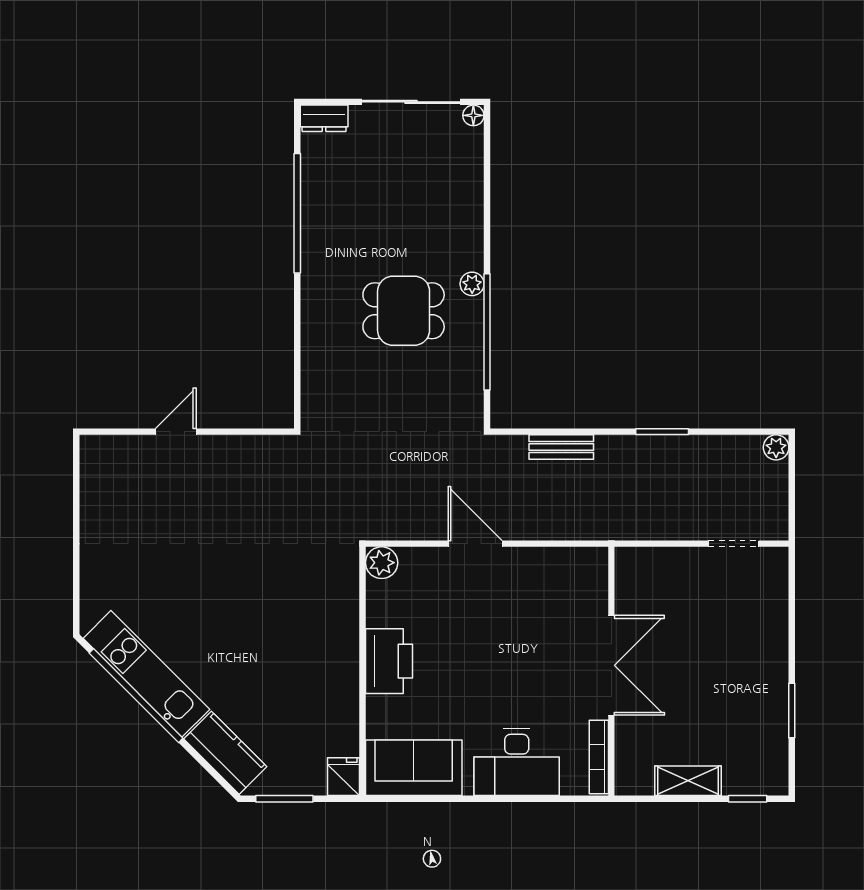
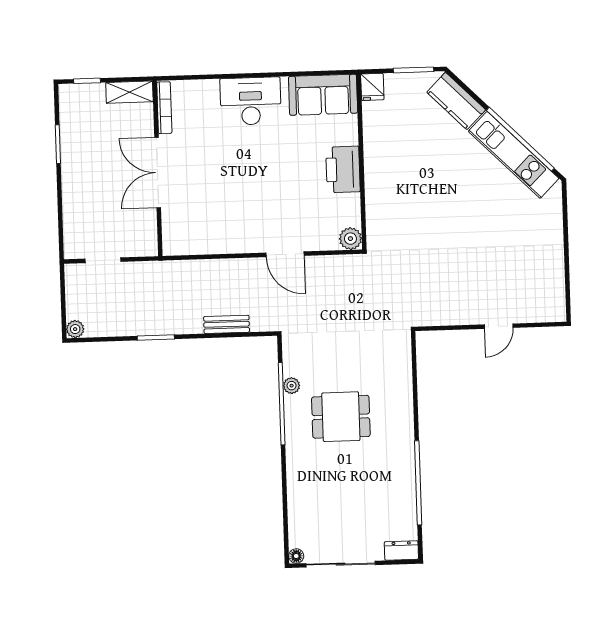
plant: (472, 284) -> (292, 386), moved
double door: (611, 665) -> (158, 173), moved
wall: (611, 671) -> (157, 168), moved
bookcase: (599, 757) -> (164, 108), moved

